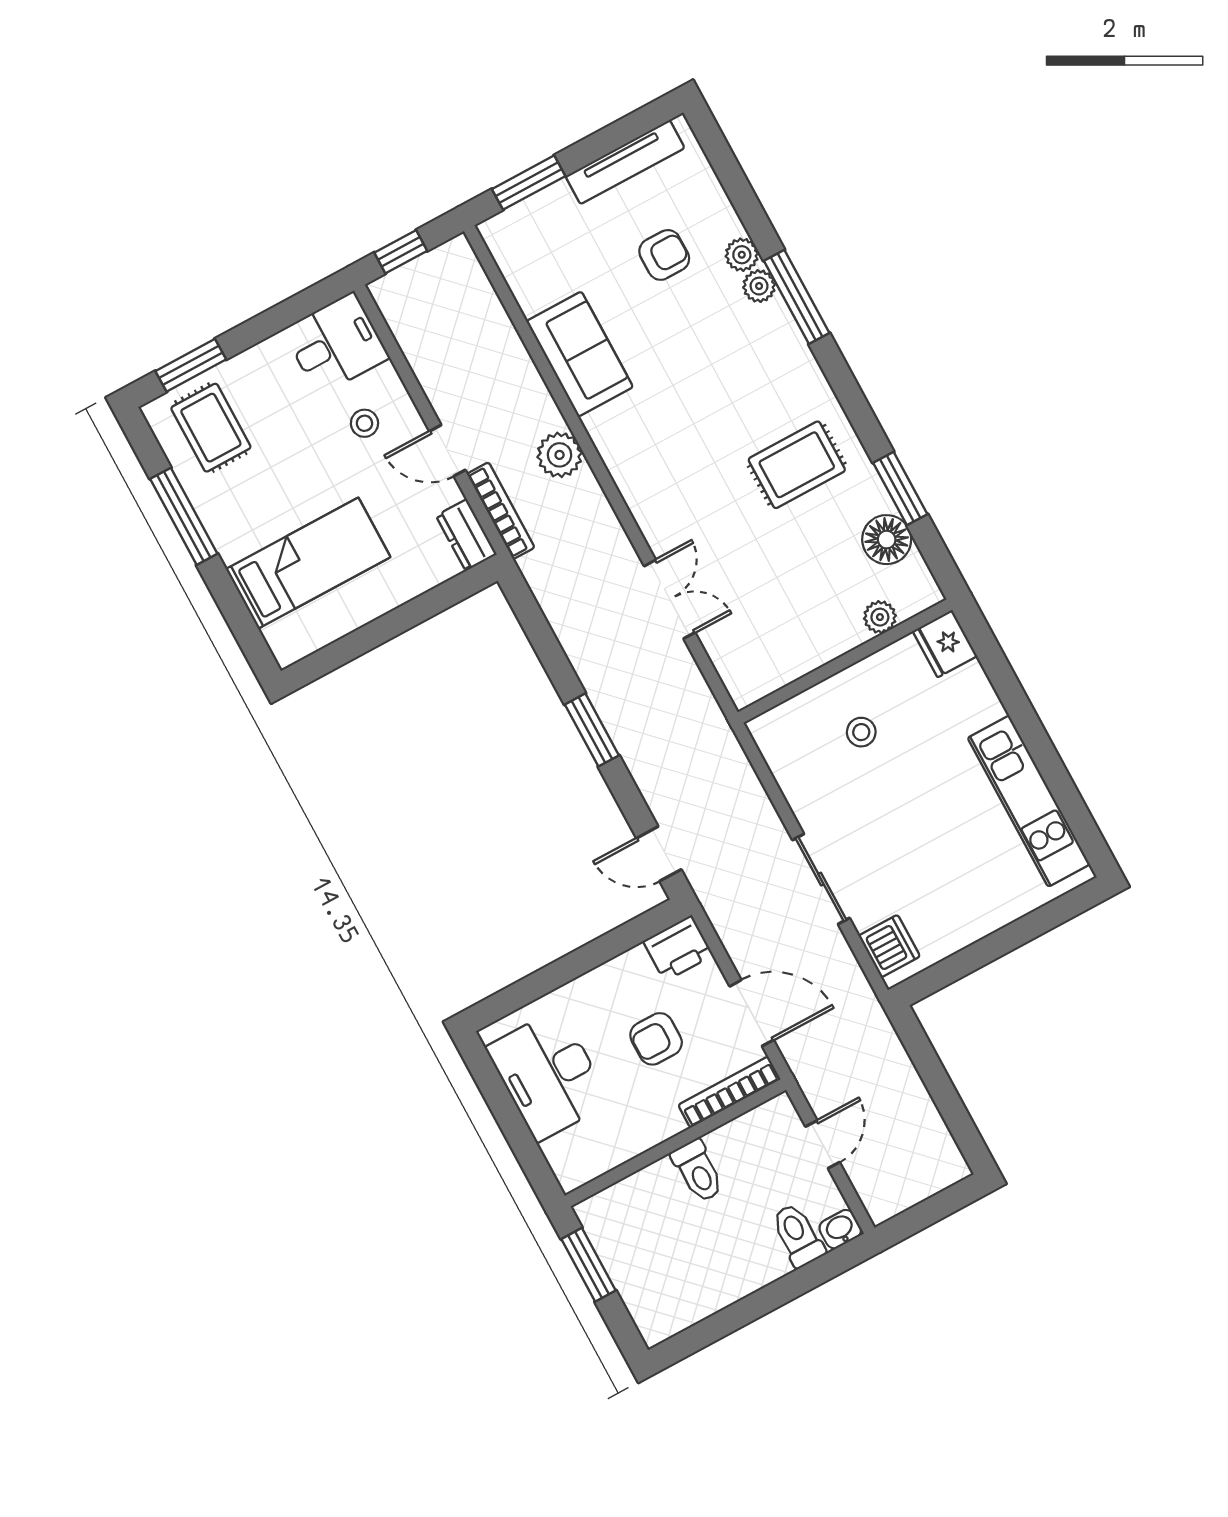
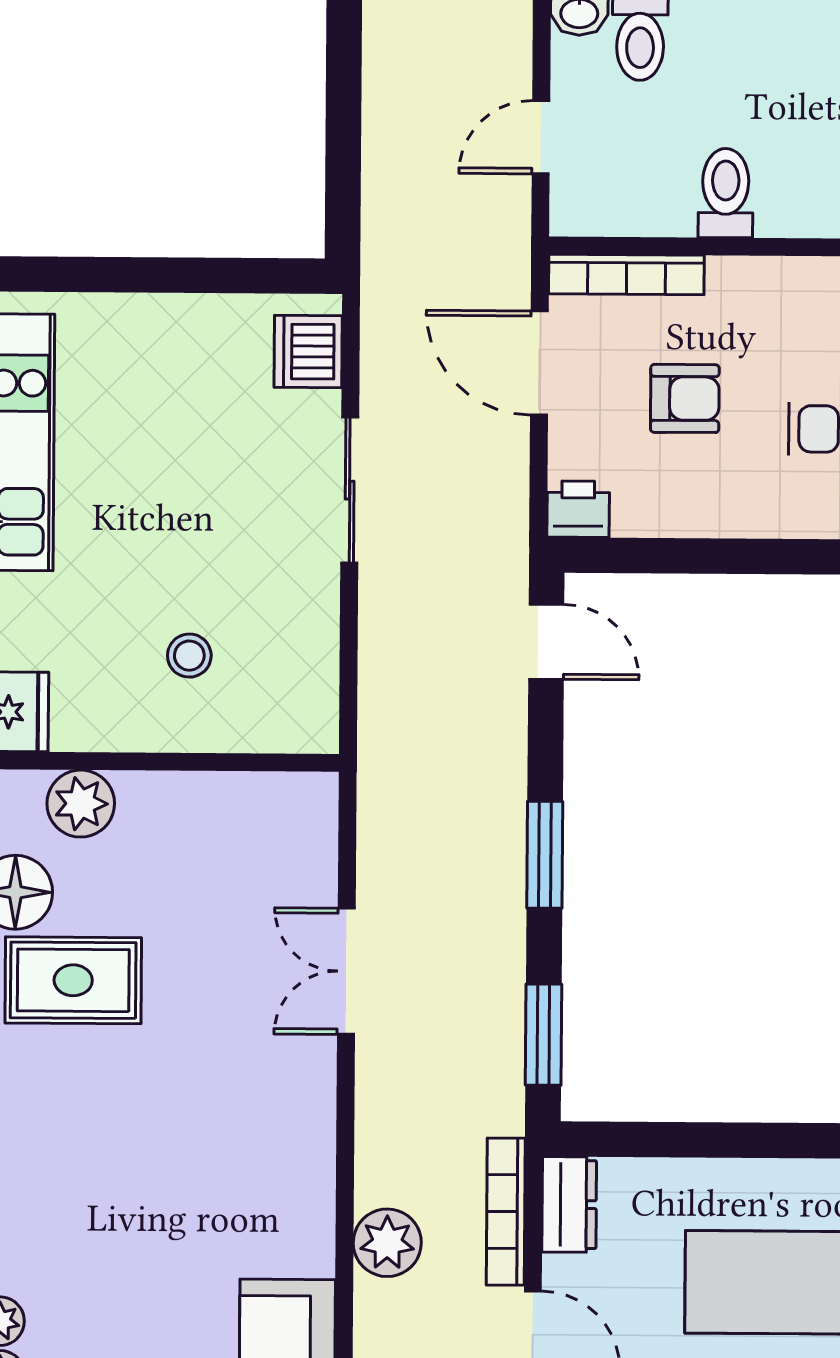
rug: (797, 465) -> (73, 980), moved
plant: (880, 617) -> (81, 804), width x1.38, depth x1.38
window: (535, 625) -> (543, 1035), added
printer: (678, 948) -> (578, 509), width x0.73, depth x0.81

